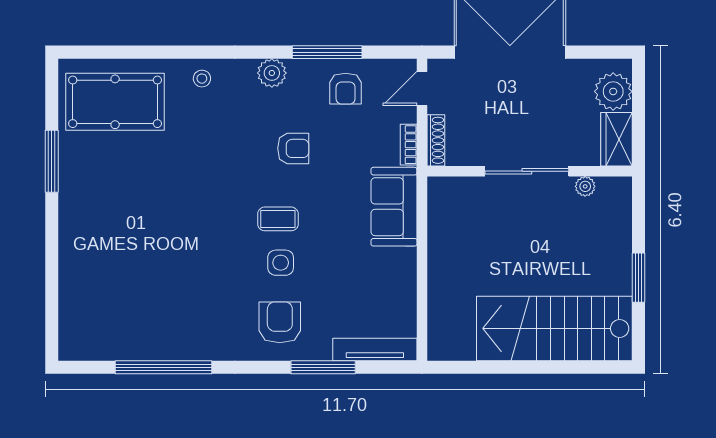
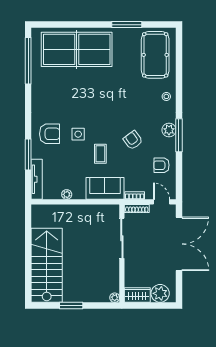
window: (327, 52) -> (179, 135), moved
armchair: (293, 148) -> (133, 140), turned 144
sliding door: (527, 171) -> (122, 238), moved
plant: (585, 186) -> (115, 298), moved
coffee table: (278, 219) -> (100, 154), moved
table tennis table: (104, 266) -> (77, 49), added
plant: (407, 287) -> (67, 194), added
window: (164, 367) -> (28, 61), moved

